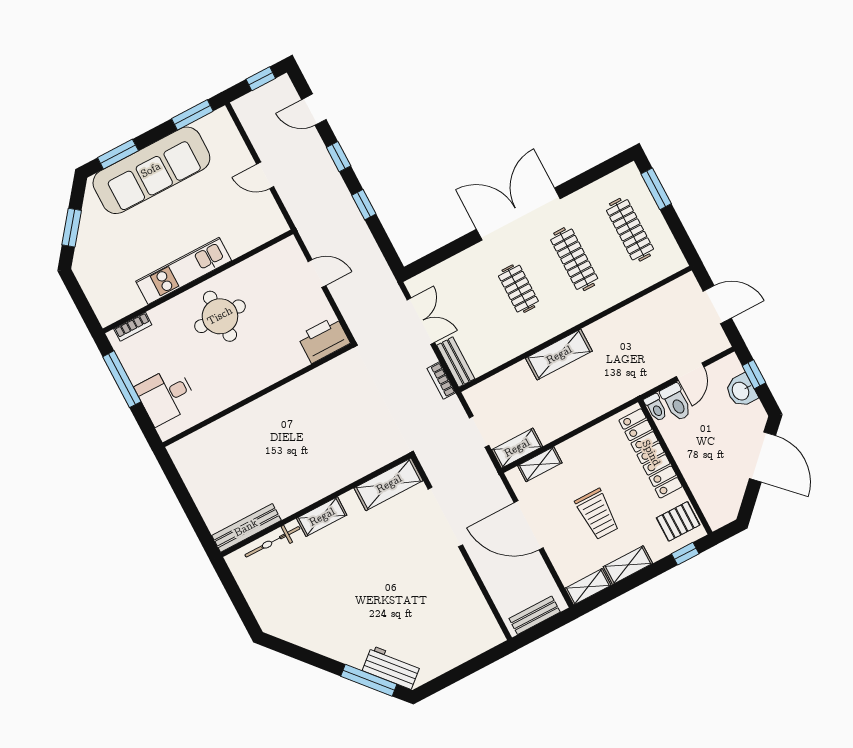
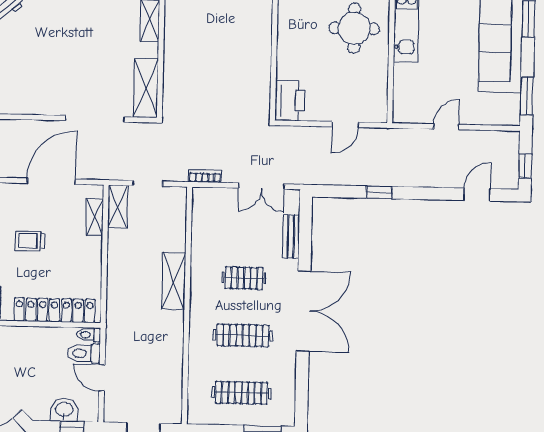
window: (339, 157) -> (429, 193), removed
bench: (456, 362) -> (291, 237), moved, turned 90
trolley: (597, 514) -> (30, 241), width x0.73, depth x0.72

